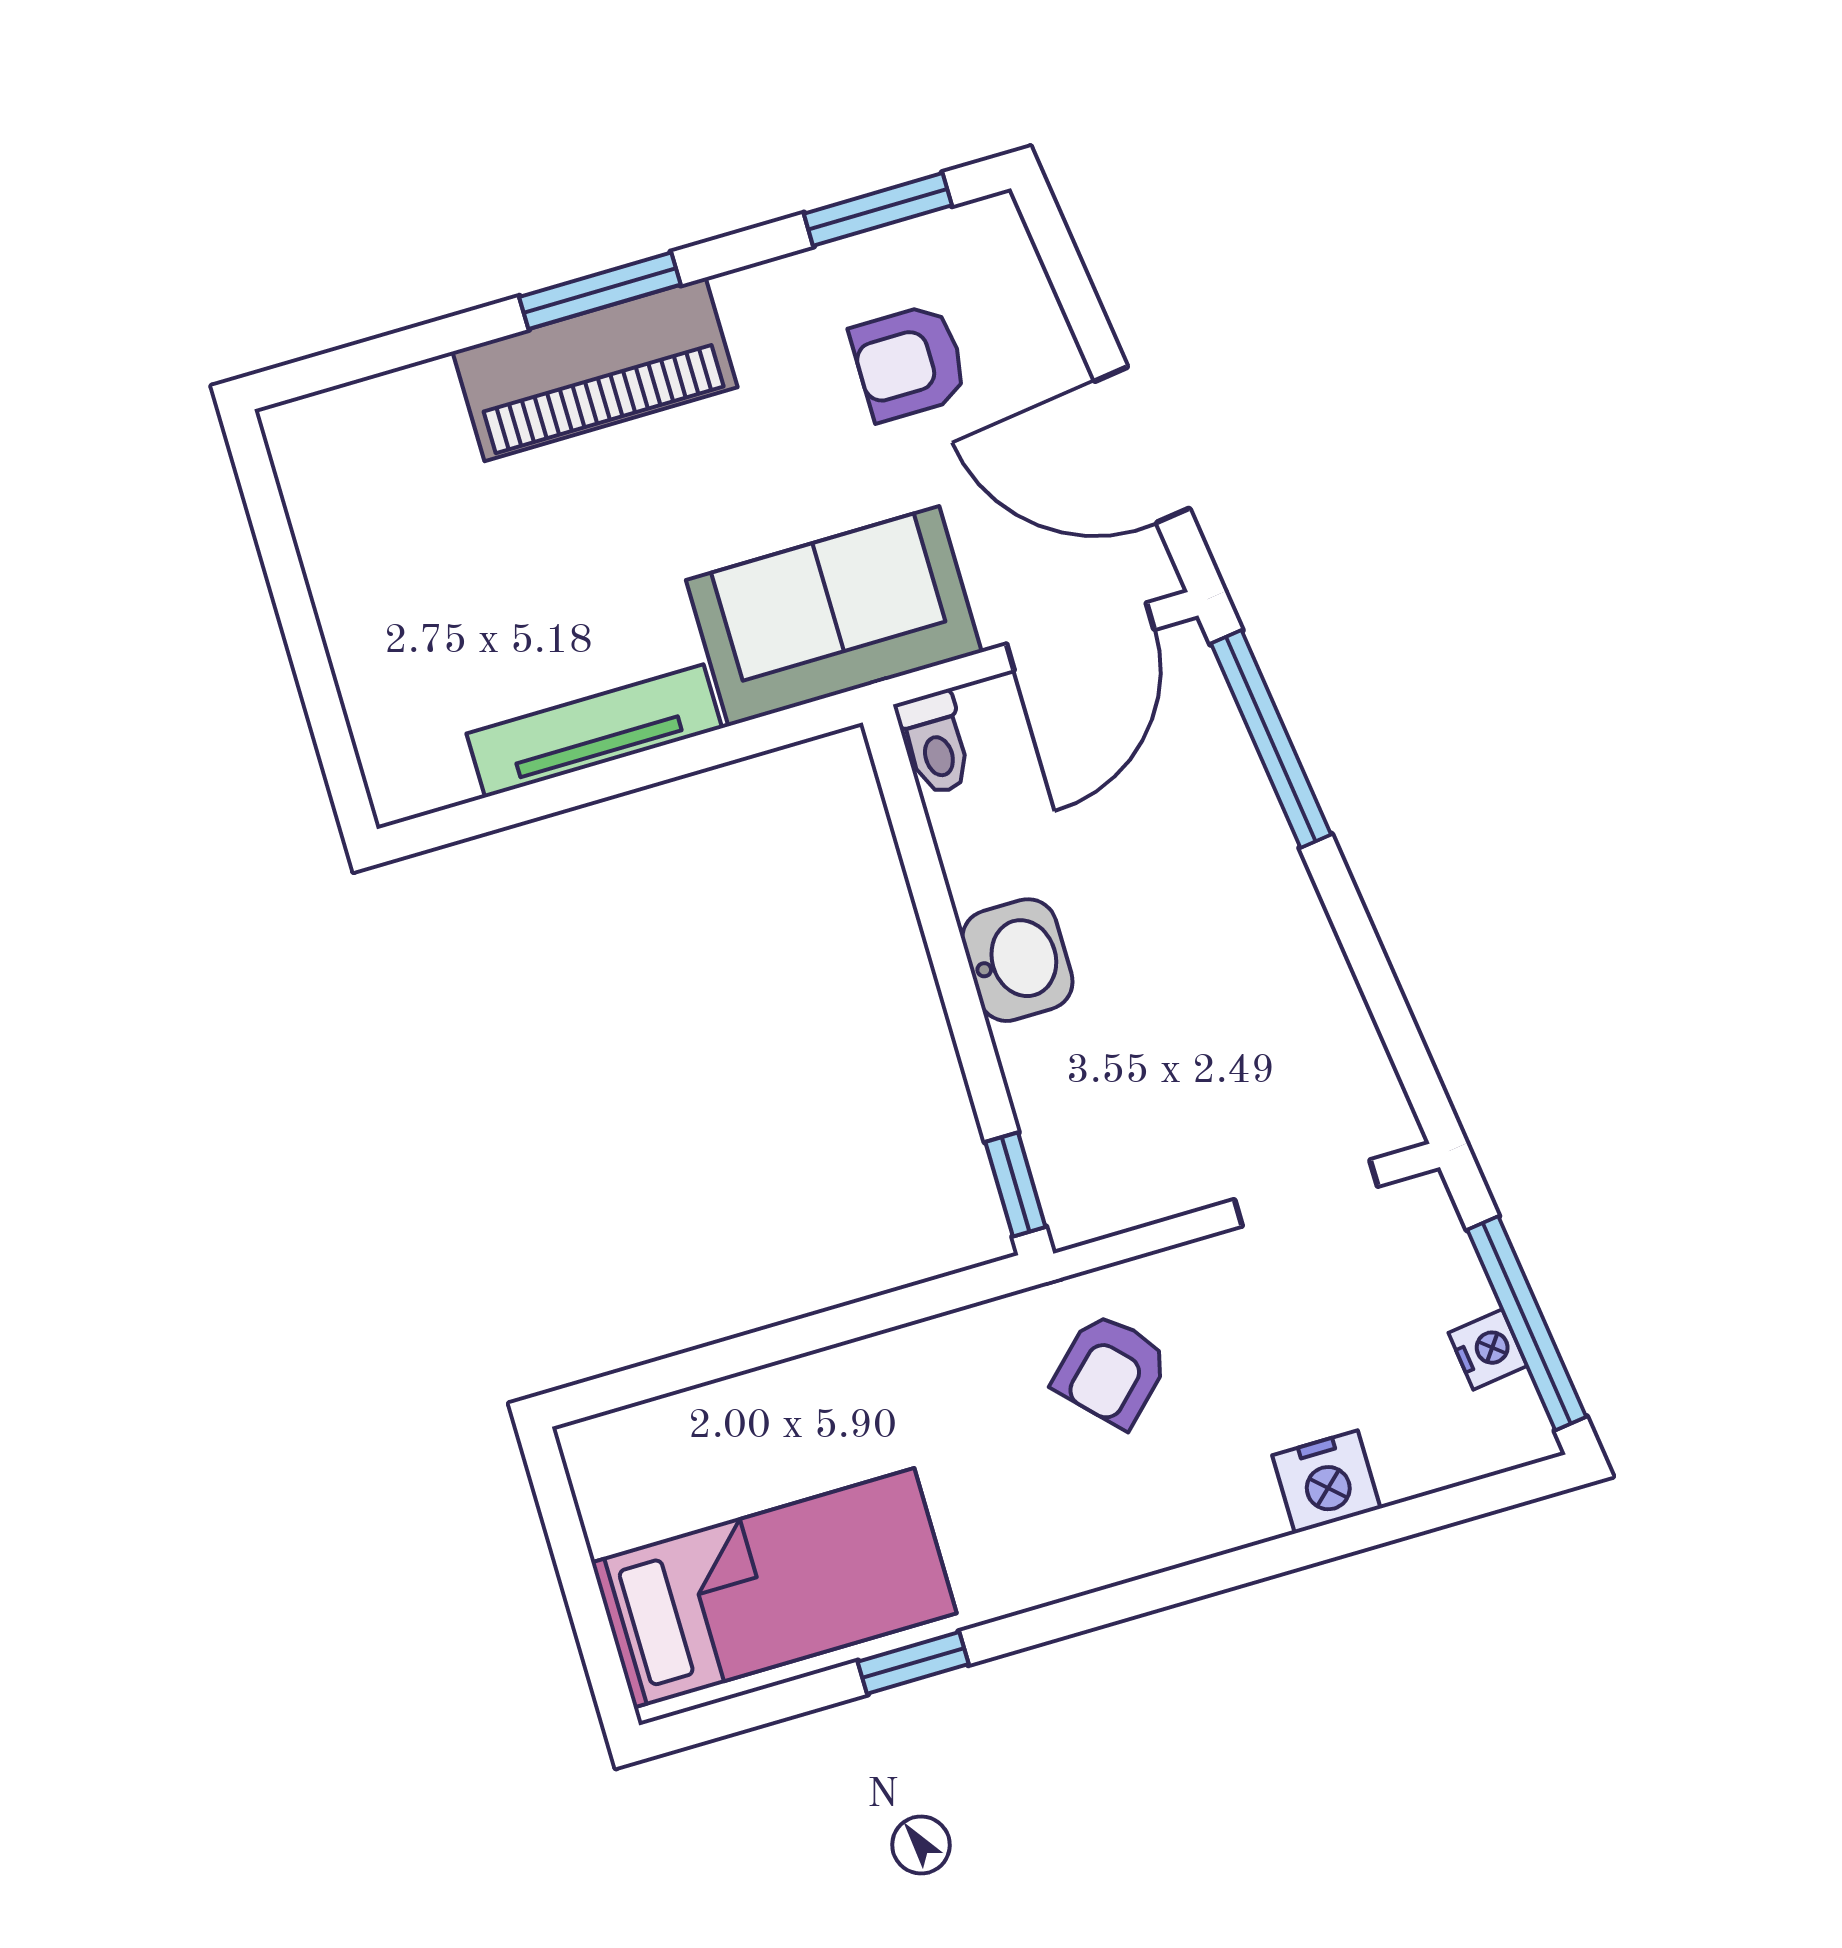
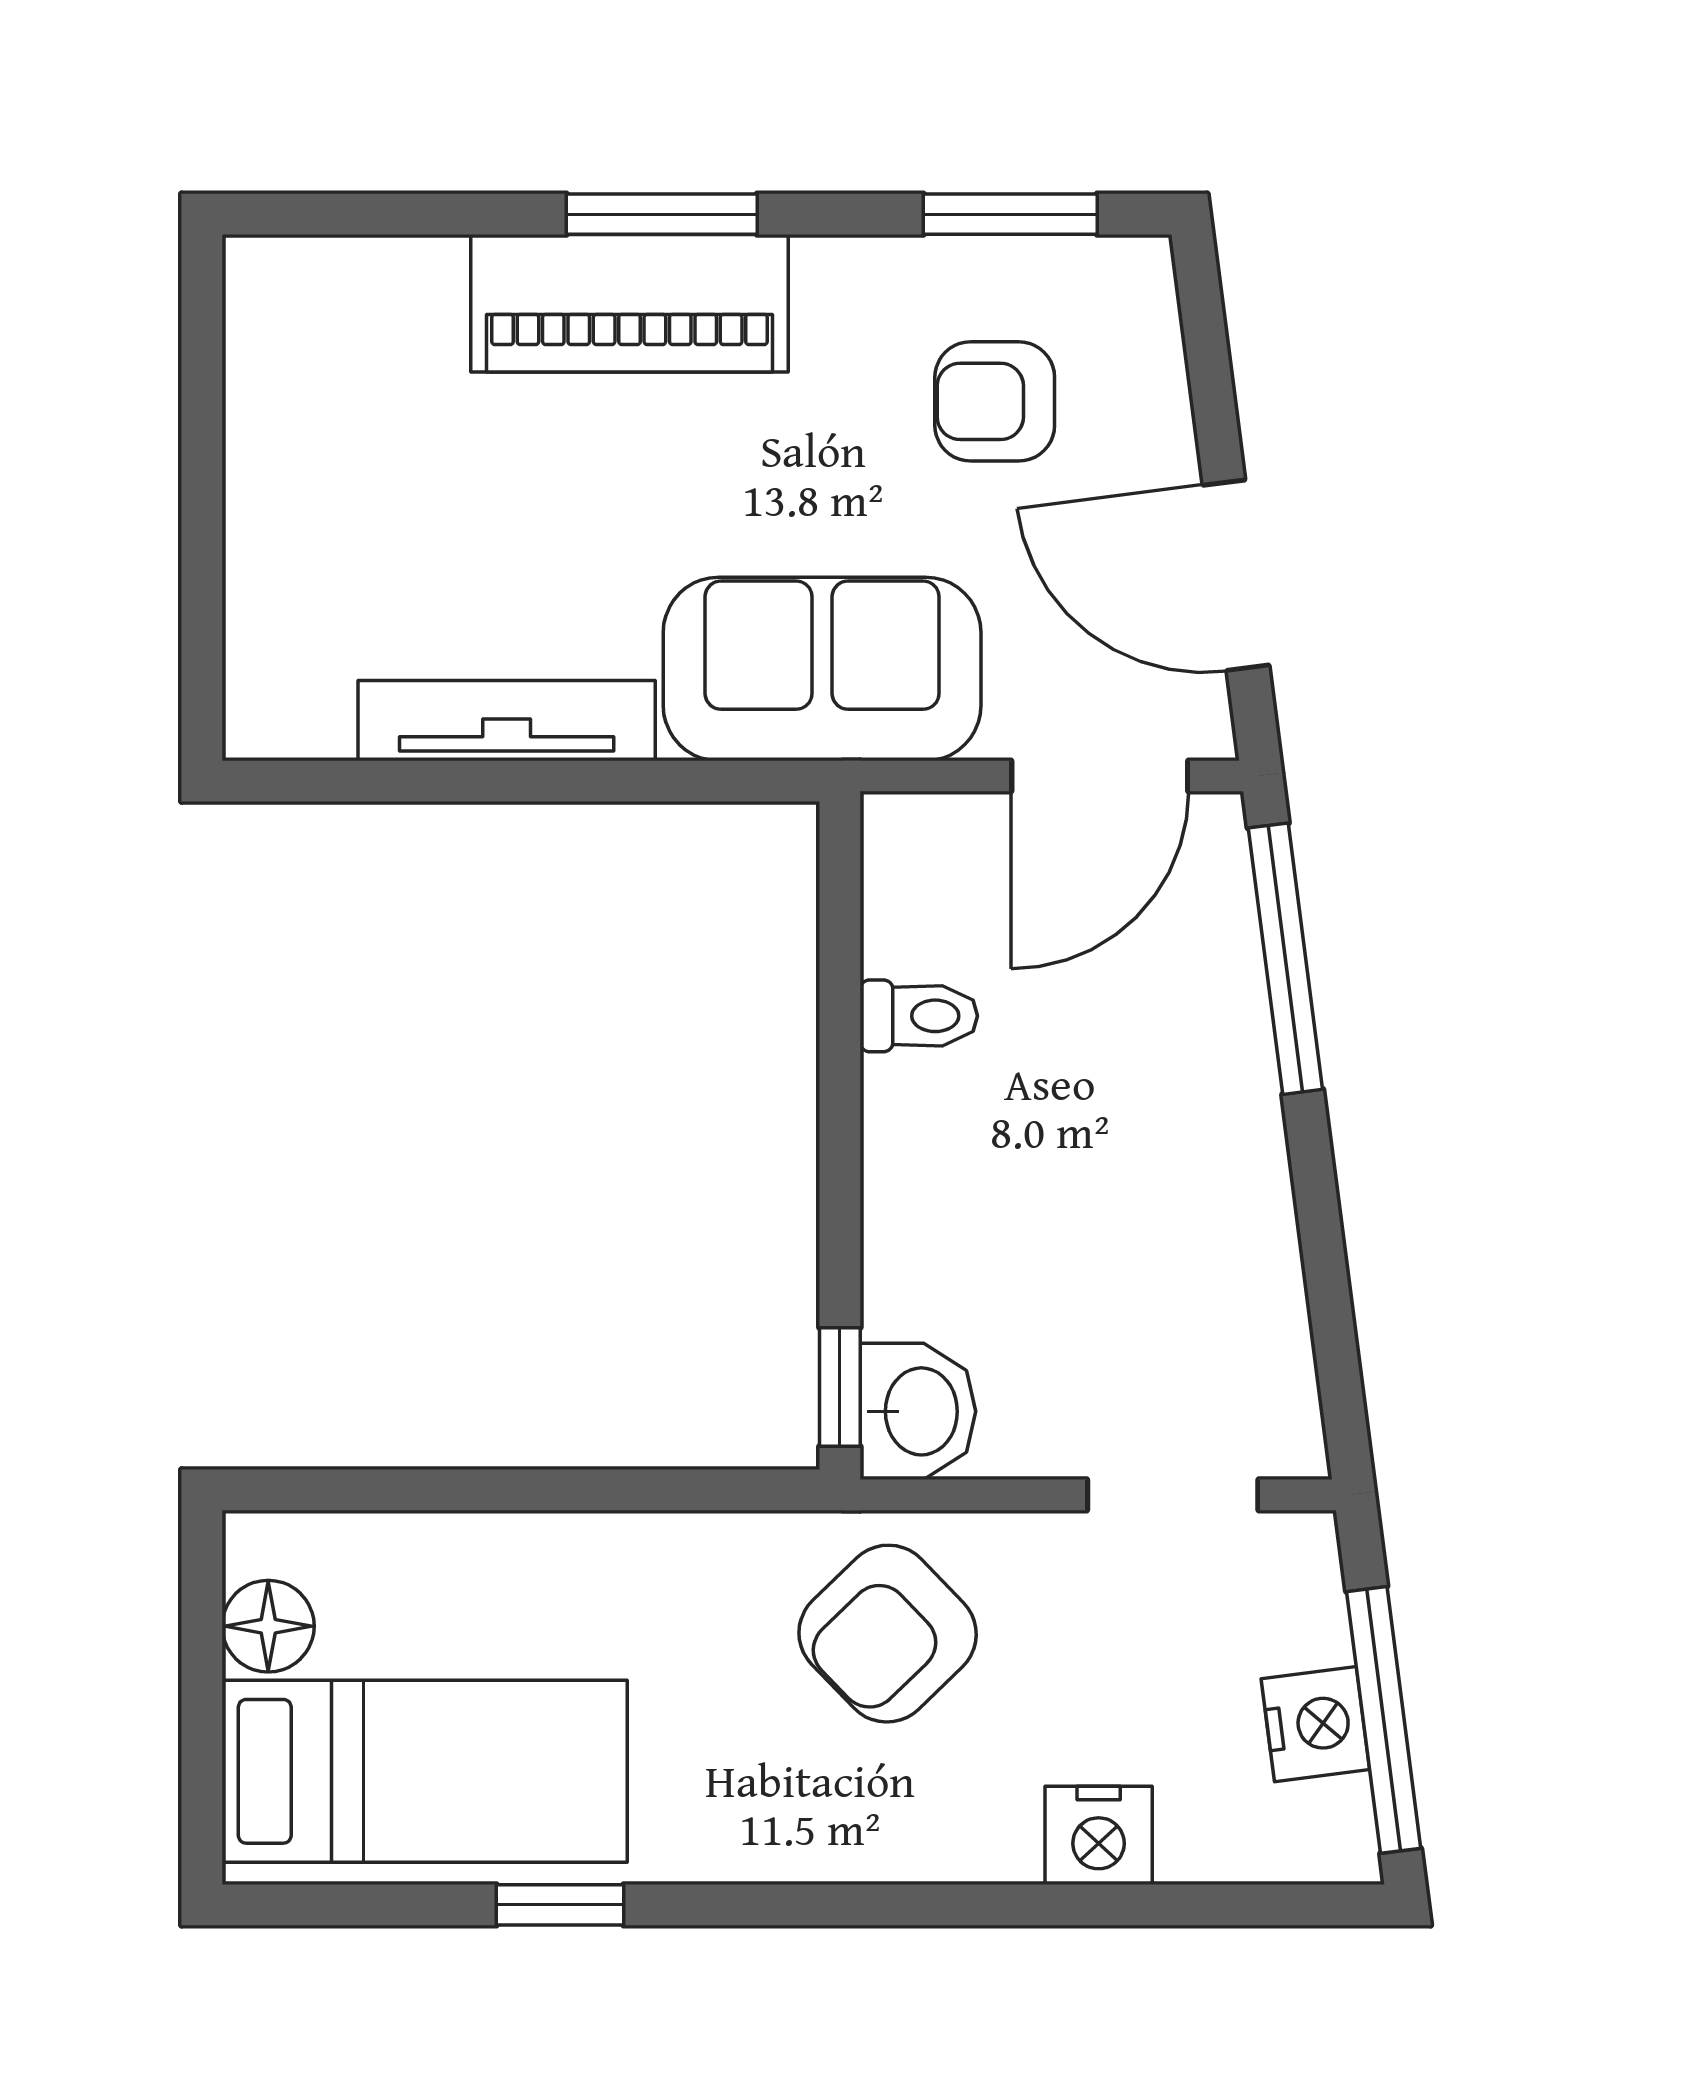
toilet: (935, 743) -> (919, 1016), moved, turned -90
washbasin: (1017, 960) -> (918, 1411), moved
nightstand: (1488, 1349) -> (1315, 1724), width x1.39, depth x1.35
armchair: (1111, 1370) -> (888, 1634), width x1.38, depth x1.38
floor lamp: (615, 1509) -> (268, 1626), added

